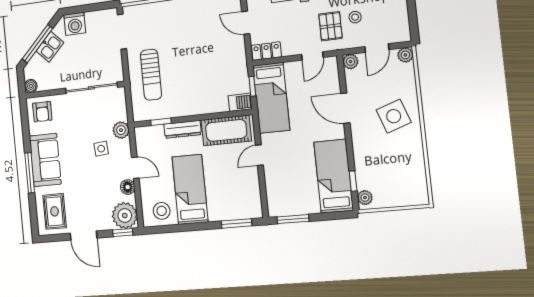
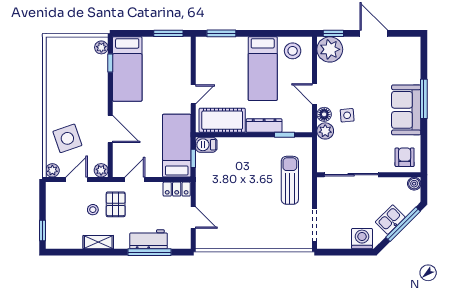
side table: (394, 116) -> (67, 138), moved
floor lamp: (128, 187) -> (324, 114), moved
rug: (55, 211) -> (401, 59), removed

